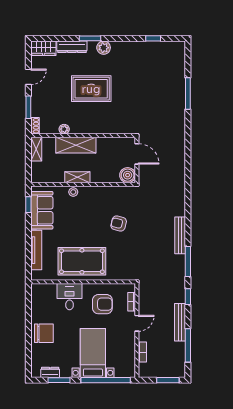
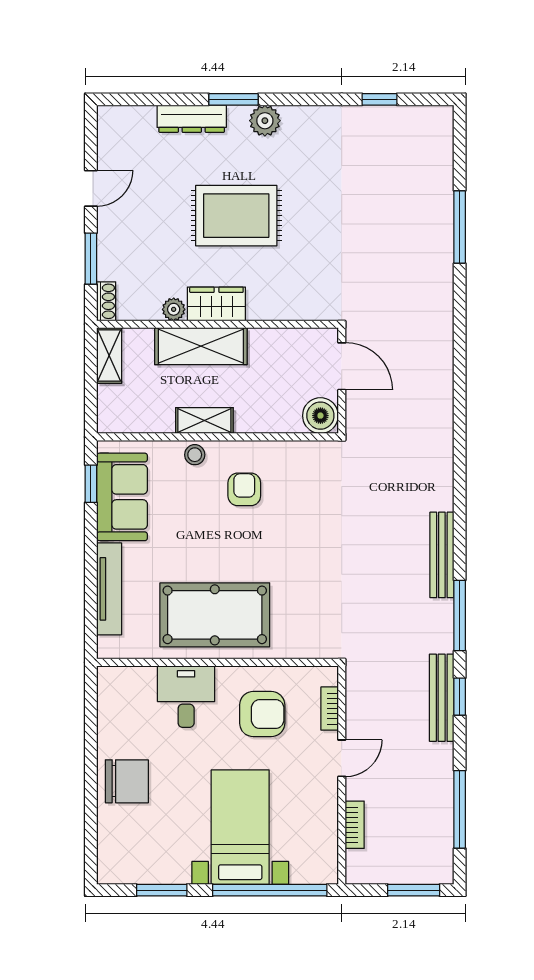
wardrobe: (43, 48) -> (216, 304), moved, turned 180
armchair: (119, 224) -> (244, 489), moved, turned 76
bench: (180, 322) -> (442, 698), moved
dresser: (50, 372) -> (141, 872), removed

